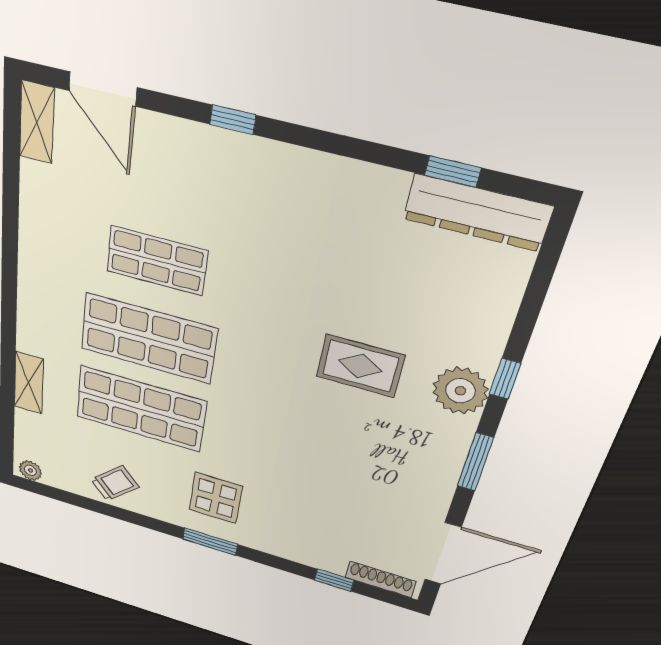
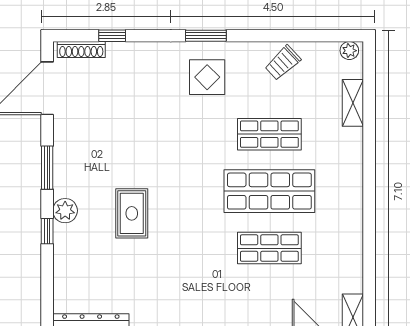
rug: (360, 366) -> (132, 213), turned 90
shelving: (29, 383) -> (353, 103), moved
plant: (460, 391) -> (65, 211), width x0.73, depth x0.73
shop shelf: (141, 409) -> (269, 134), width x0.70, depth x0.74

